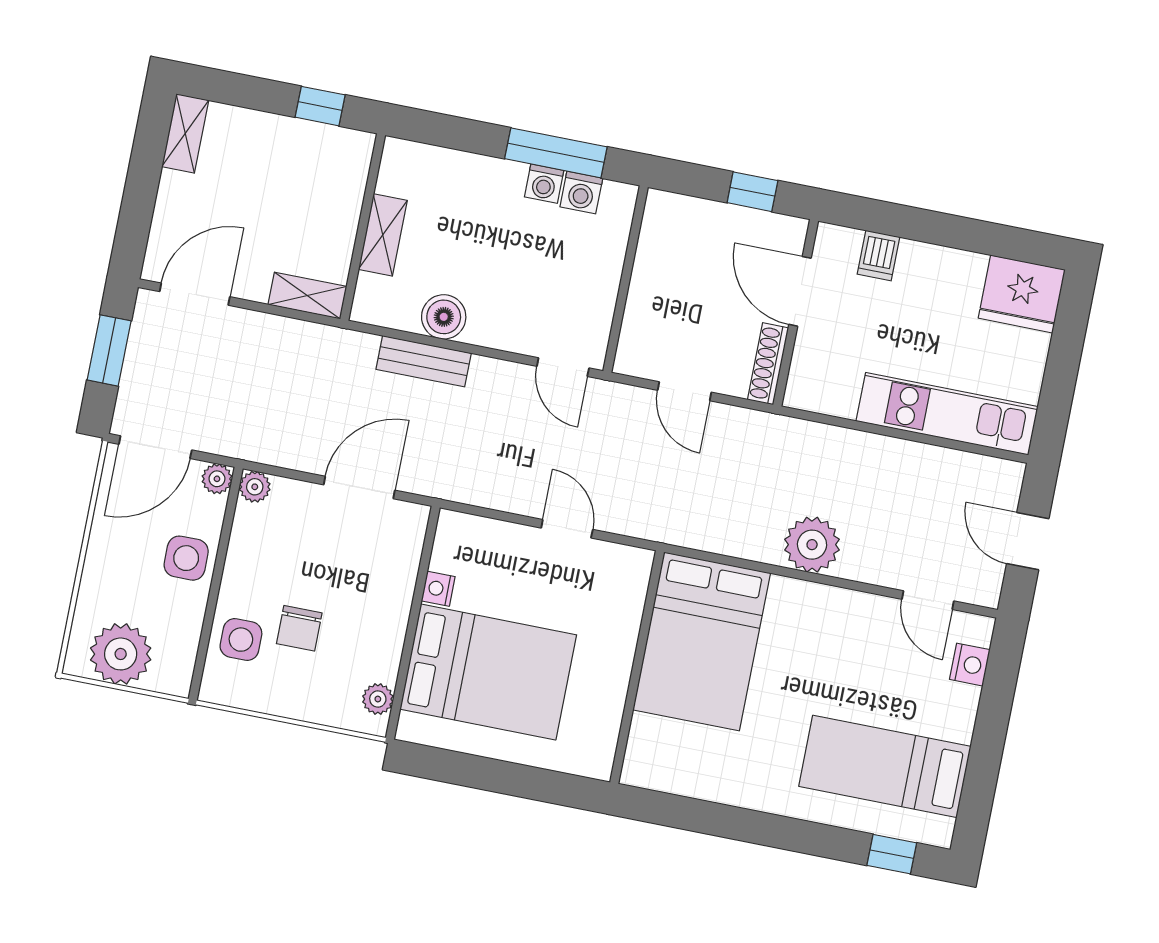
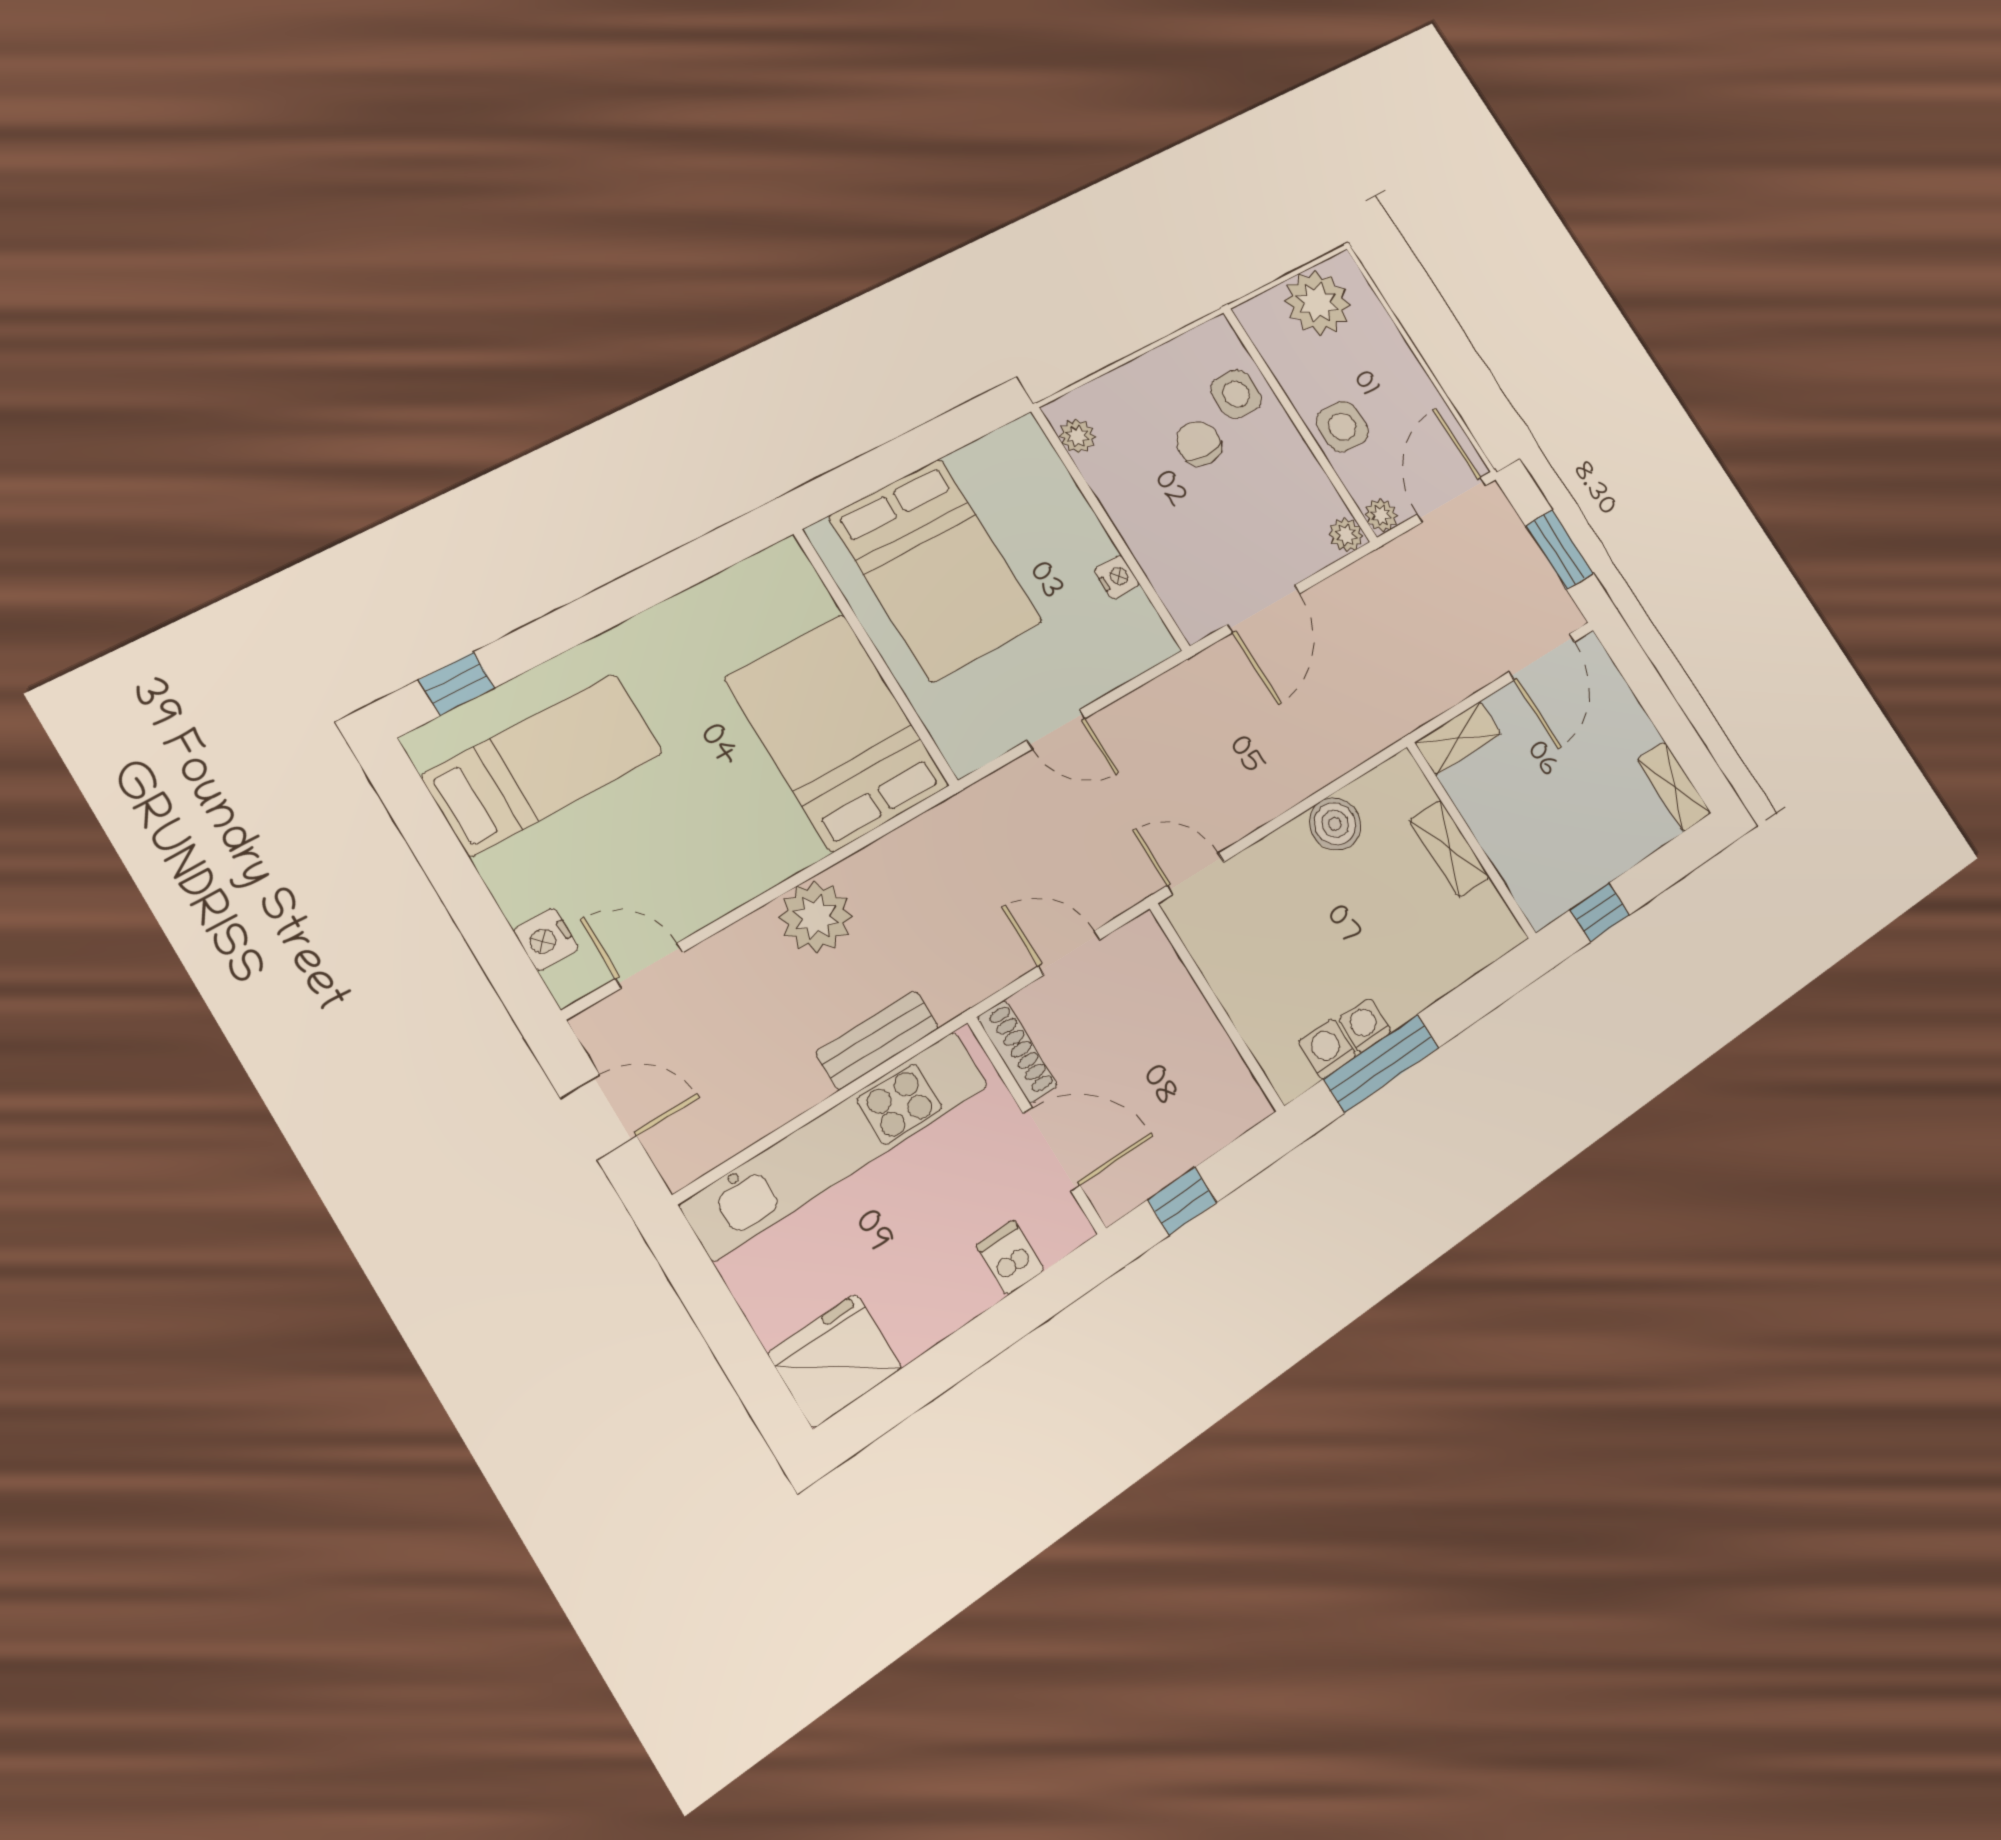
bench: (424, 361) -> (877, 1040), moved
kitchen unit: (947, 414) -> (837, 1144), width x1.36
bed: (488, 672) -> (936, 570), moved, turned -90

